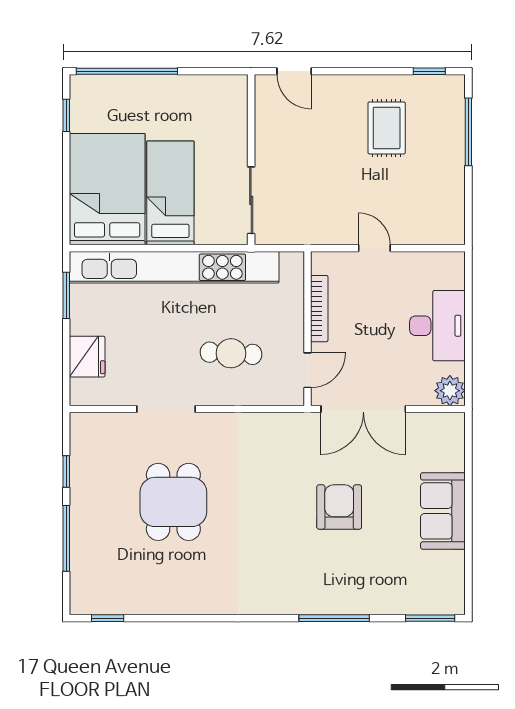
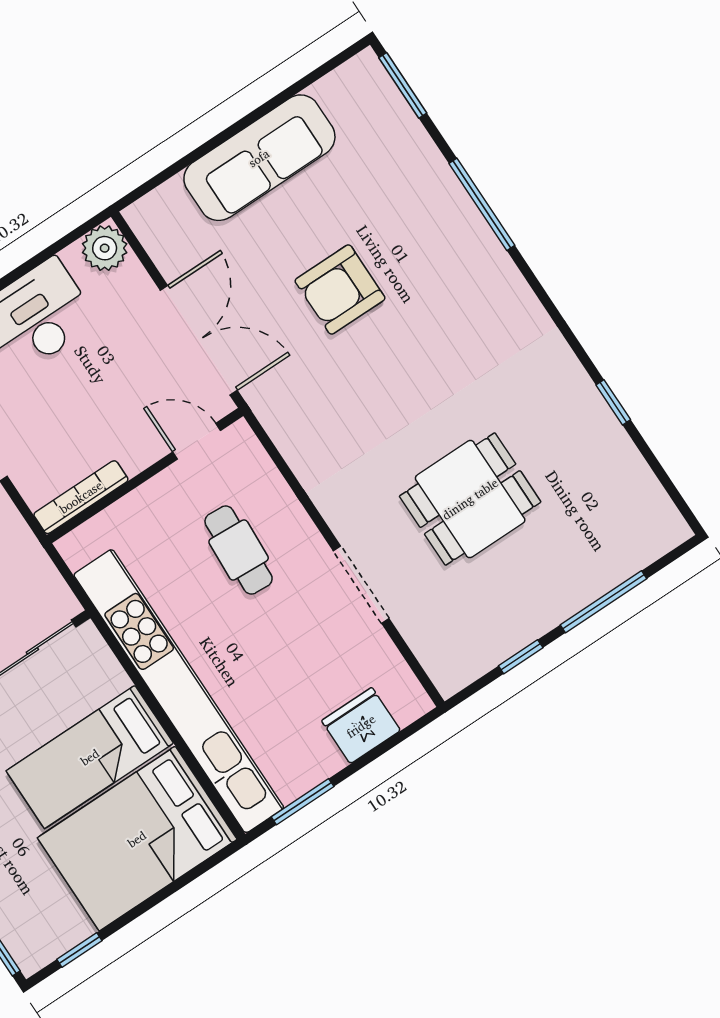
bookcase: (319, 309) -> (81, 497), moved
sofa: (443, 511) -> (259, 158), width x1.36
window: (108, 618) -> (613, 402), moved

